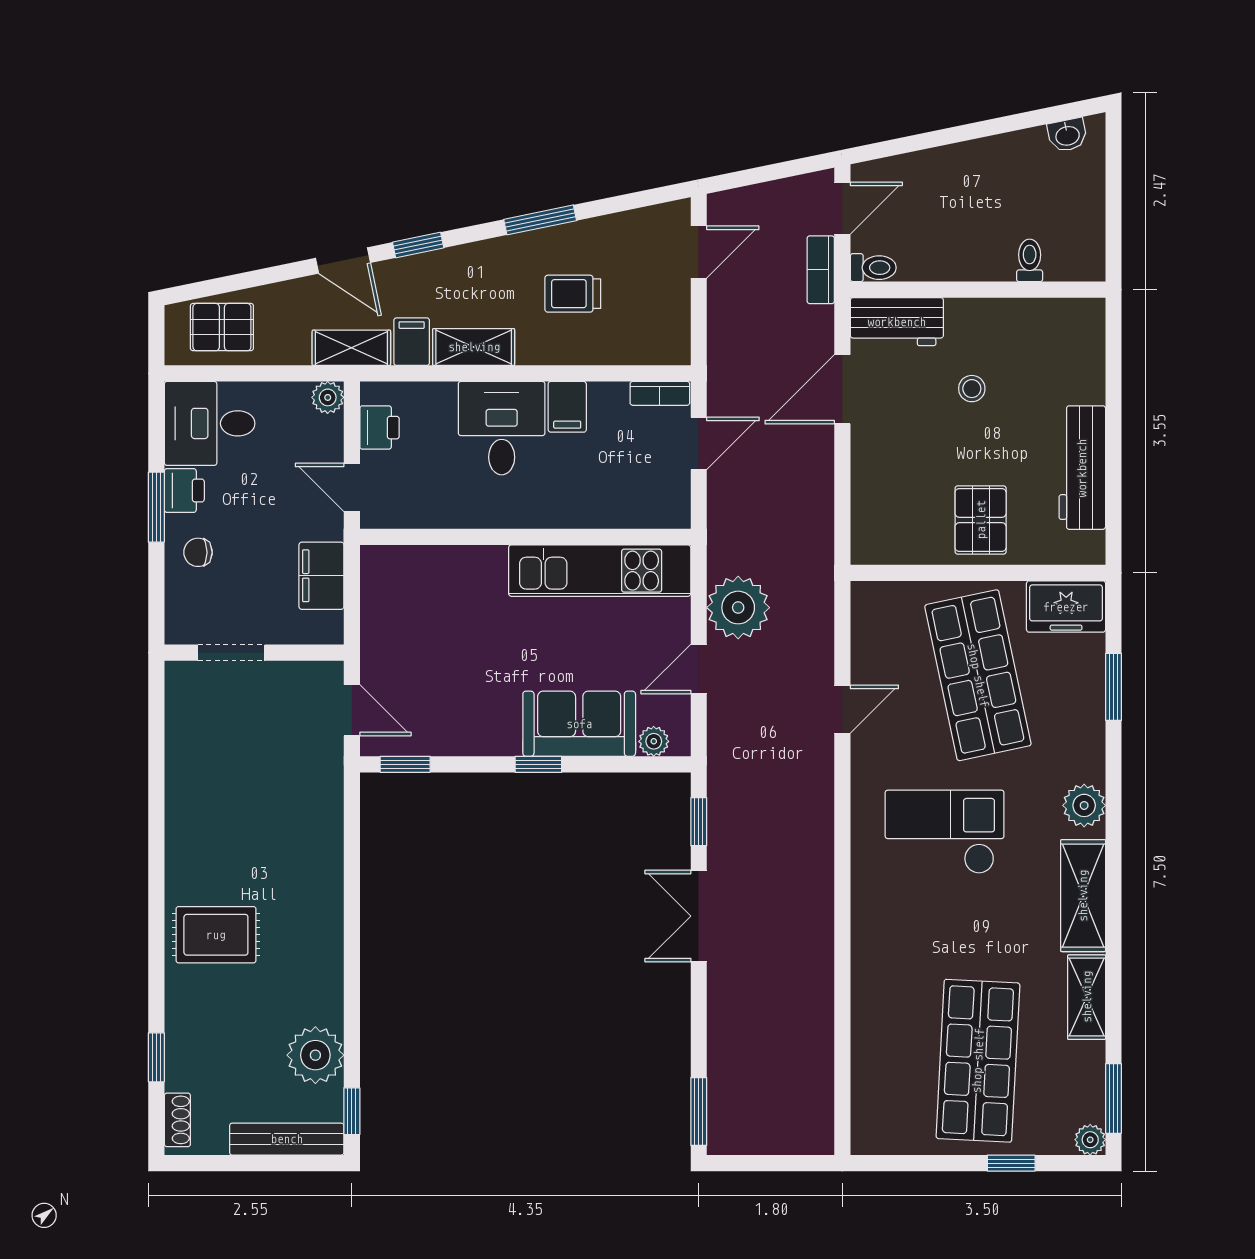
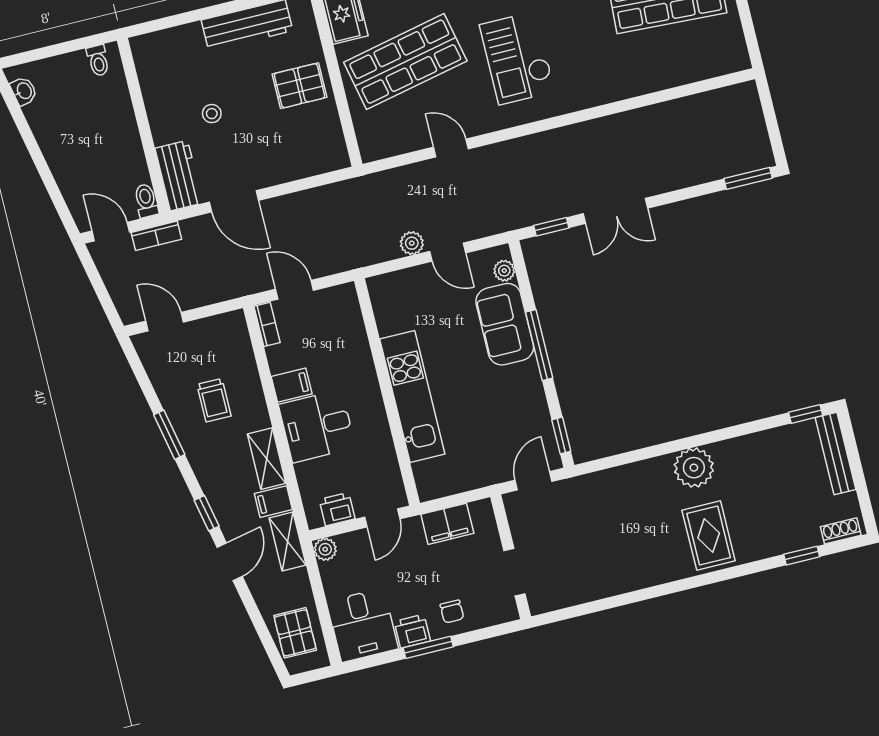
toilet: (1030, 260) -> (98, 61), moved, turned -90
kitchen unit: (600, 571) -> (412, 397), moved
plant: (738, 608) -> (412, 243), width x0.53, depth x0.53
window: (538, 764) -> (539, 345), width x2.17
plant: (315, 1055) -> (694, 468), moved

